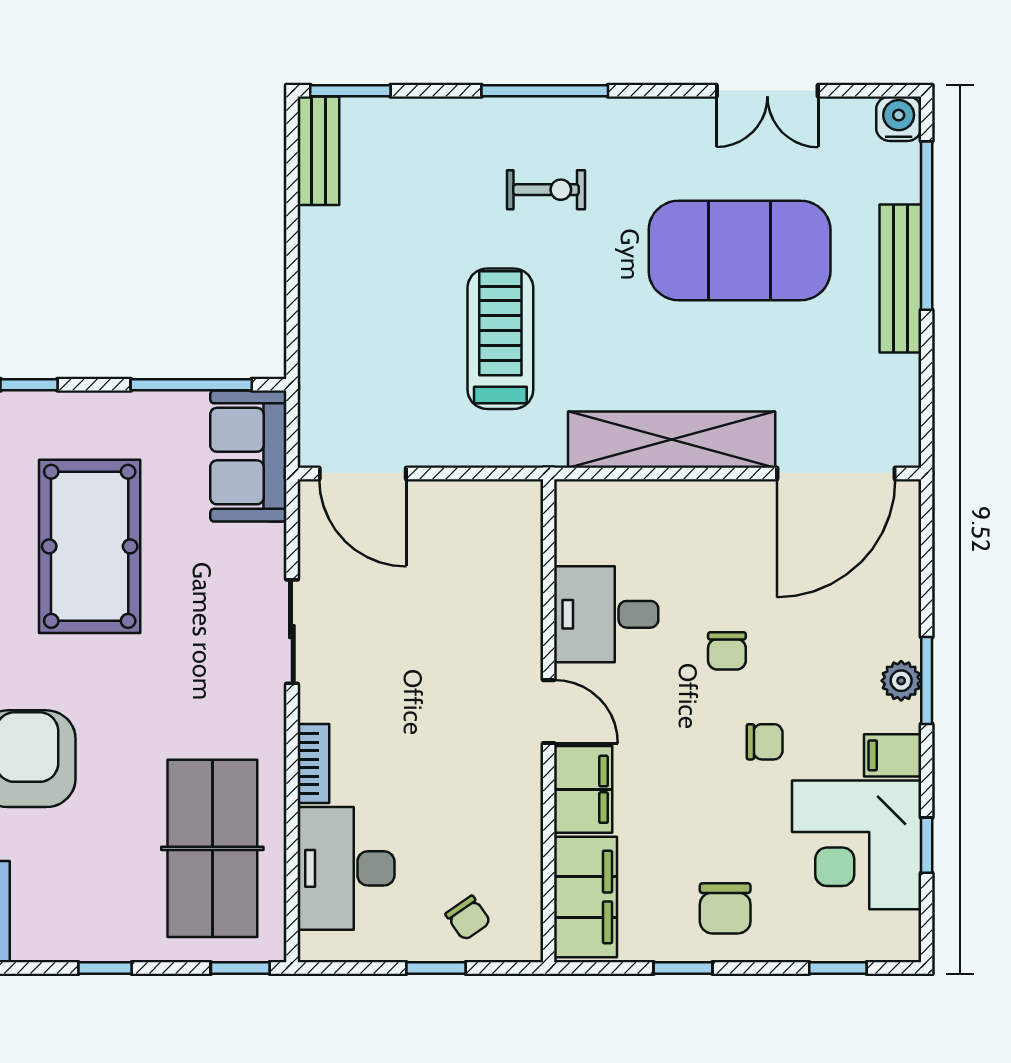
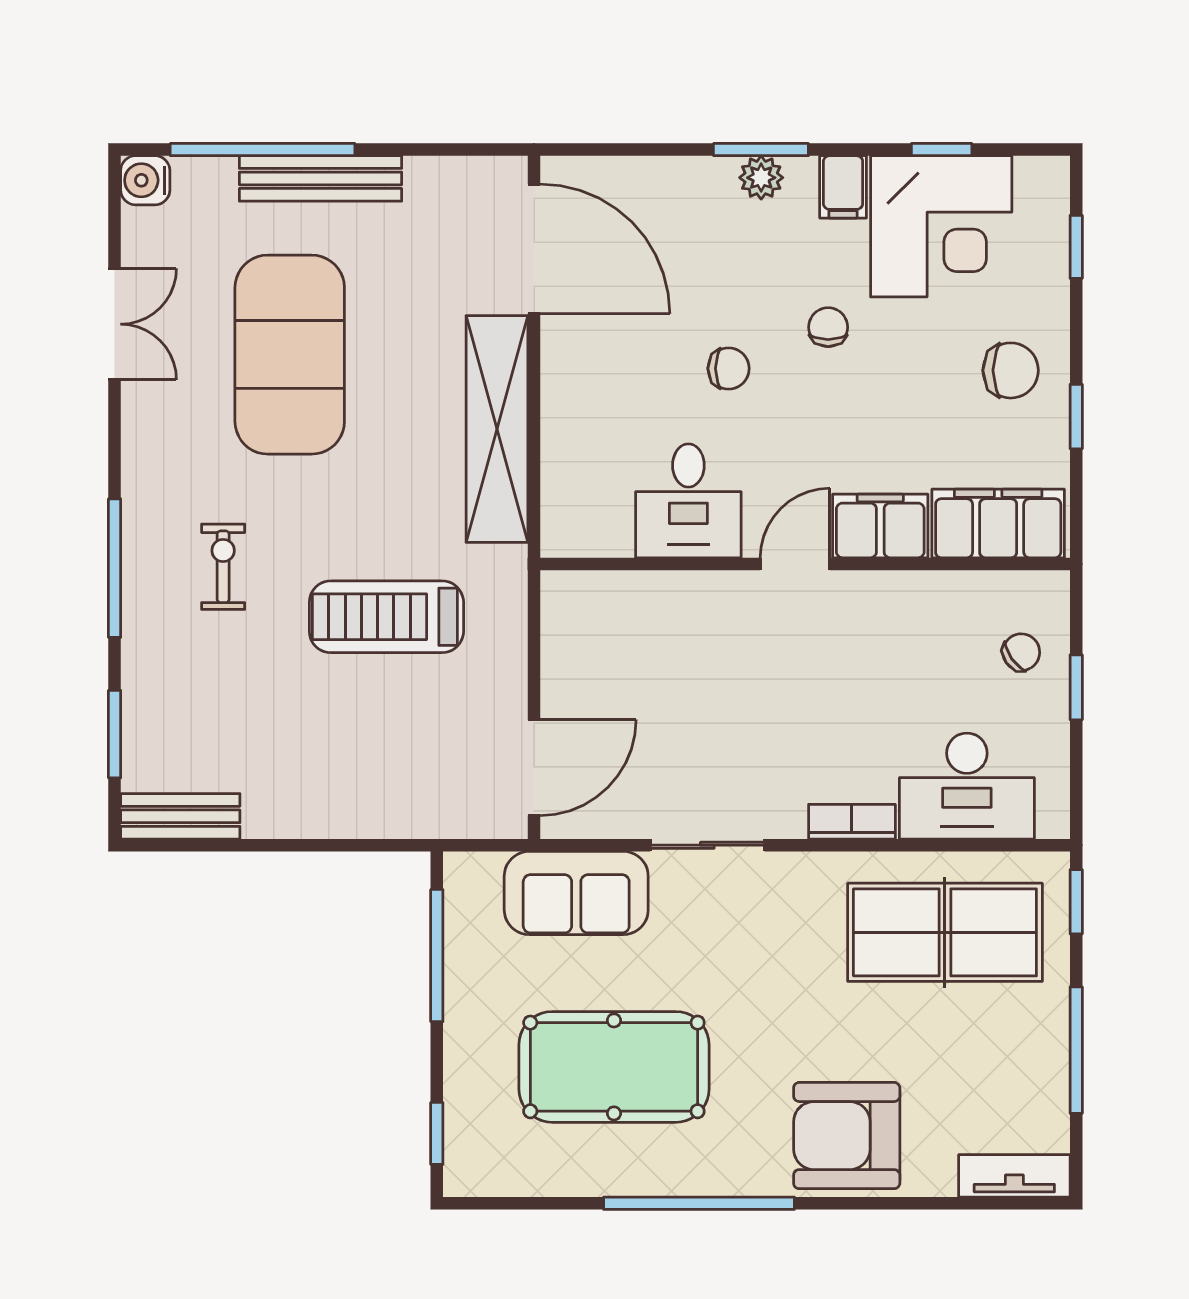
window: (350, 91) -> (115, 734), moved
sofa: (248, 456) -> (576, 893), moved
window: (105, 968) -> (1076, 1050), width x2.17

